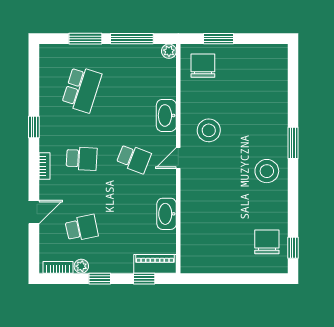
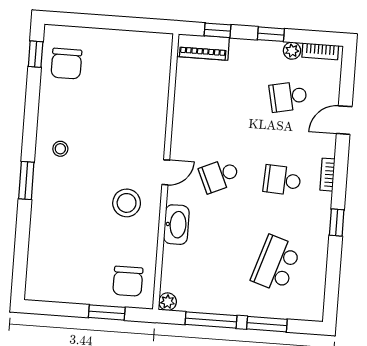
school desk: (134, 159) -> (219, 176), turned -45
stool: (267, 171) -> (60, 149), width x0.53, depth x0.53
washbasin: (167, 214) -> (185, 106), removed

